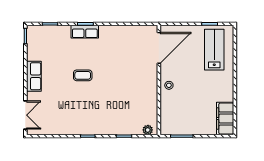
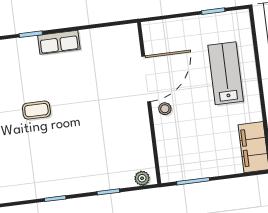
row of seats: (85, 32) -> (59, 42), moved
door: (159, 48) -> (146, 79), moved
lab bench: (214, 50) -> (226, 73), moved

